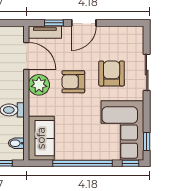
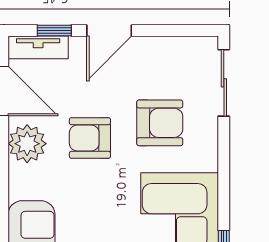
sliding door: (147, 72) -> (224, 83), moved
armchair: (112, 73) -> (160, 123), turned 90

